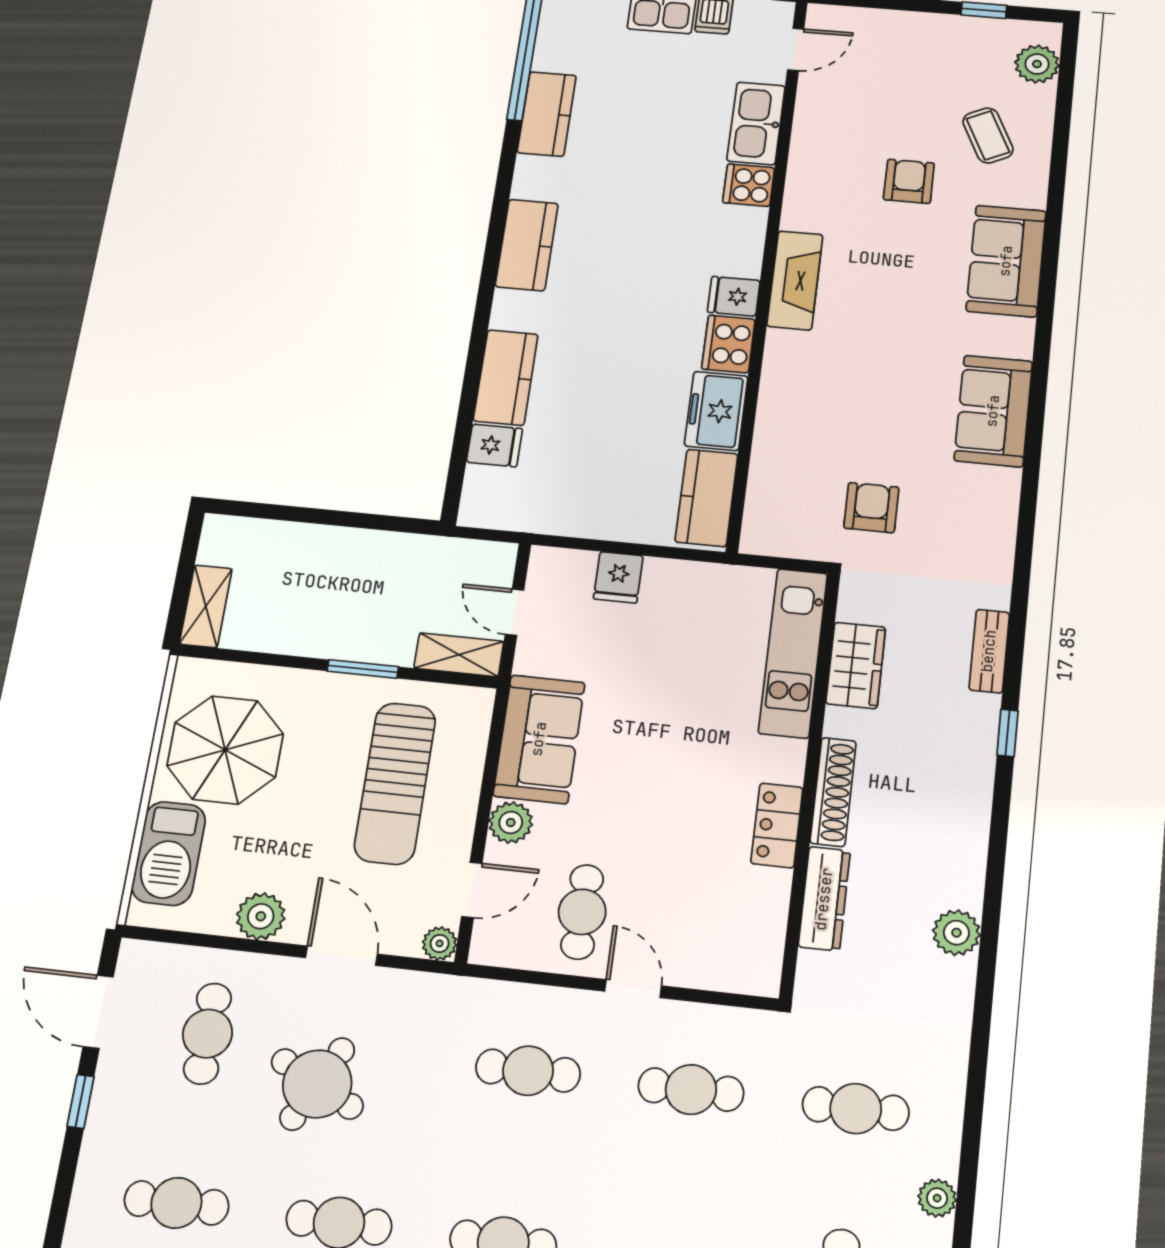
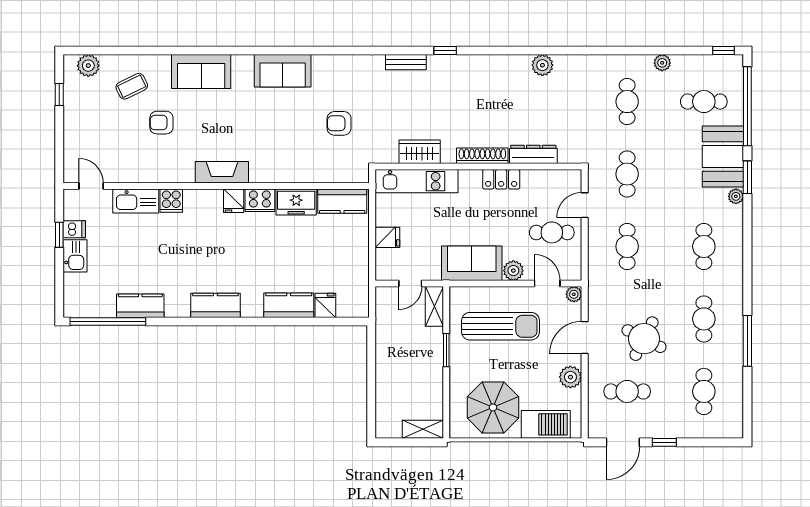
kitchen unit: (793, 653) -> (417, 181), moved
wardrobe: (856, 665) -> (420, 152), moved
wall: (810, 781) -> (478, 167), moved
shoe rack: (833, 792) -> (482, 156), moved
locker: (777, 825) -> (501, 179), moved
dresser: (824, 899) -> (533, 154), moved

